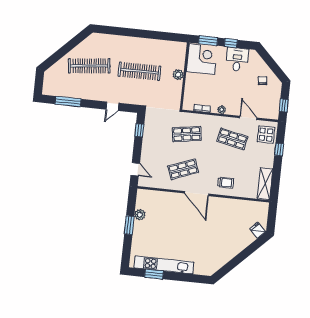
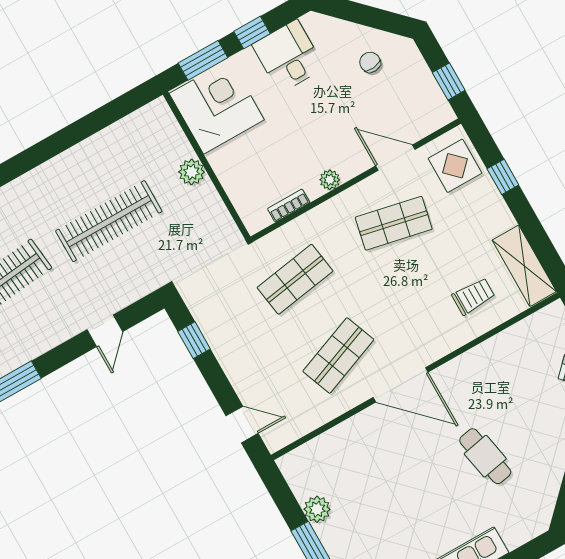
trolley: (226, 183) -> (473, 296), moved
cafe table: (207, 237) -> (485, 456), added

